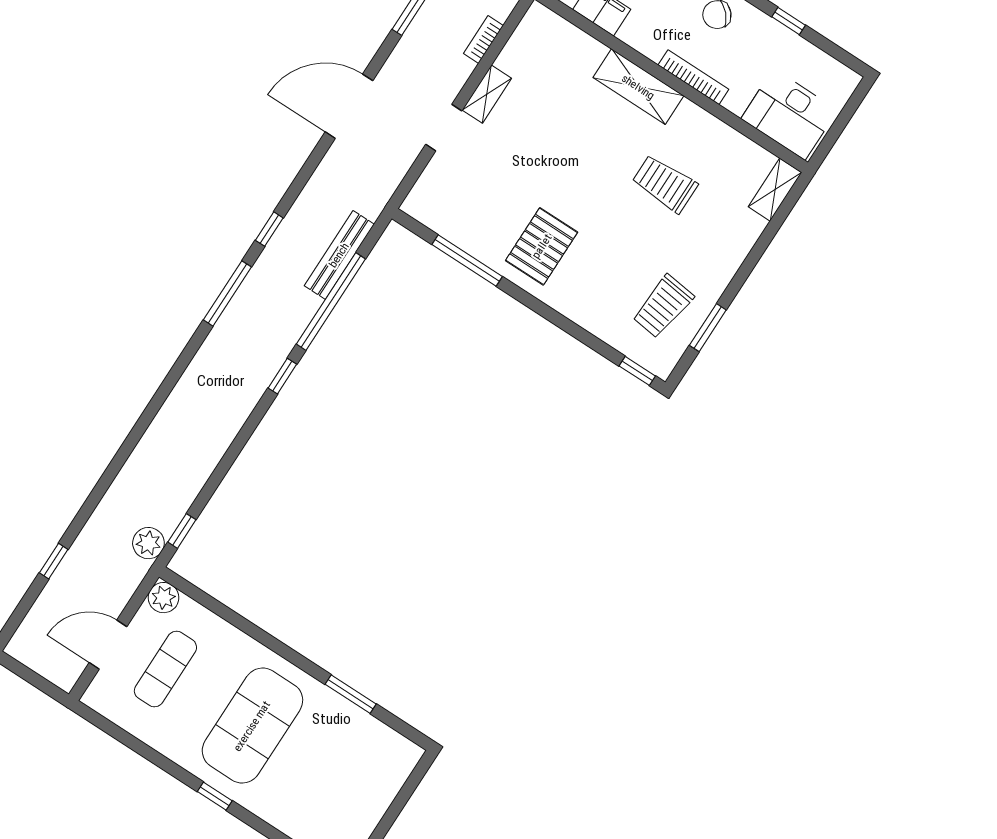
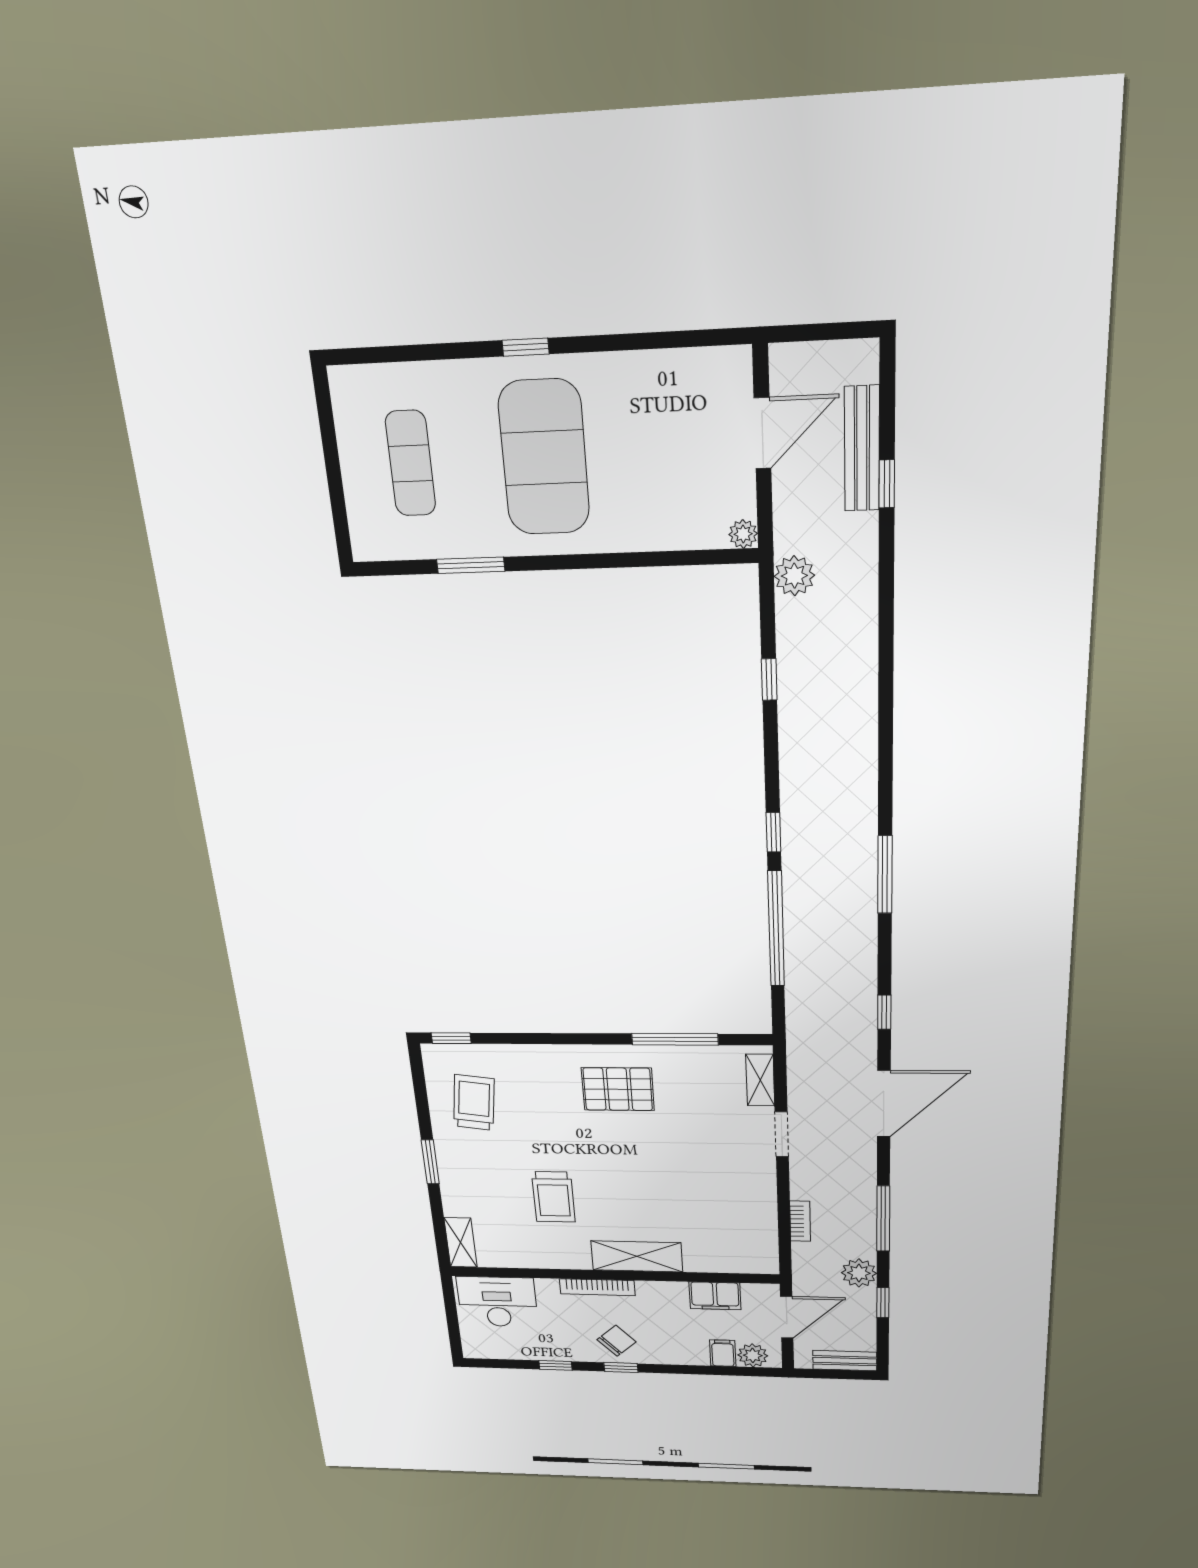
shelving: (487, 94) -> (760, 1080), moved
trolley: (665, 184) -> (553, 1197), turned 90
window: (269, 229) -> (884, 1012), moved
pallet: (542, 246) -> (618, 1089), turned 90
bench: (339, 255) -> (862, 449), moved
window: (708, 328) -> (430, 1162), moved
window: (182, 531) -> (769, 679), moved
plant: (163, 598) -> (743, 534), width x0.73, depth x0.73
exercise mat: (165, 669) -> (411, 463), moved

